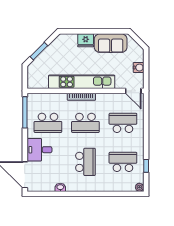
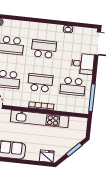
fridge: (86, 40) -> (47, 156), moved
school desk: (48, 123) -> (73, 86), turned 180
school desk: (85, 162) -> (44, 49), turned 90

